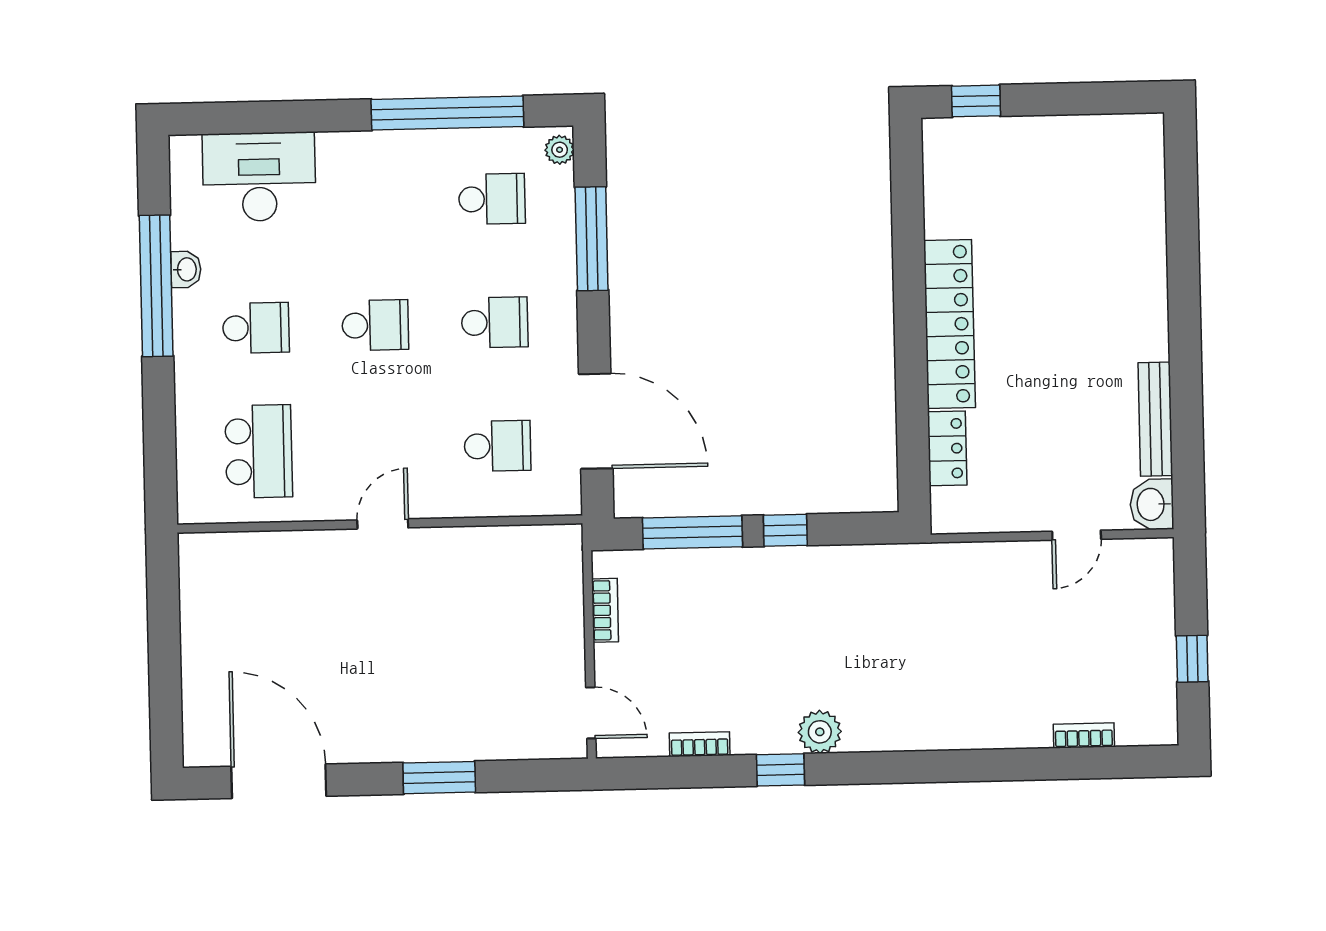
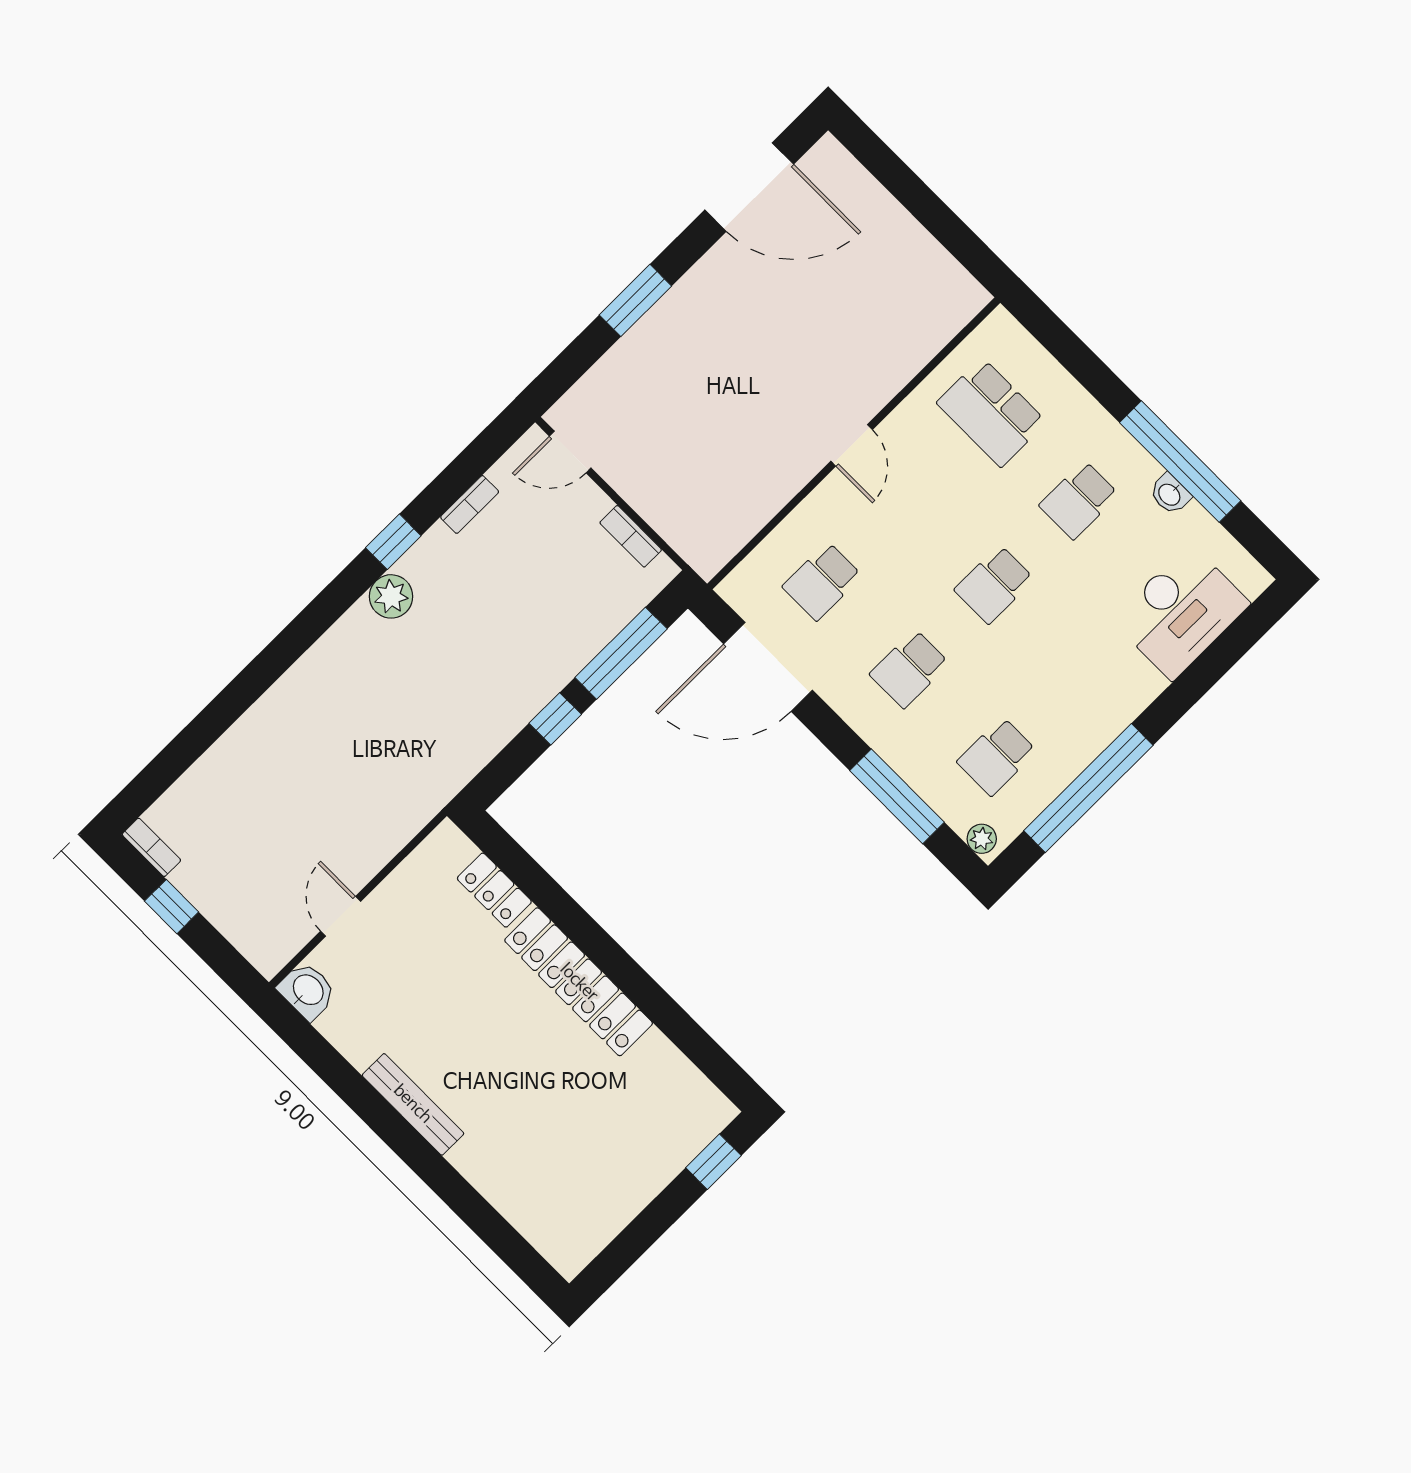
bench: (1155, 419) -> (413, 1104), moved
bookcase: (1084, 735) -> (151, 847), moved, turned -90

